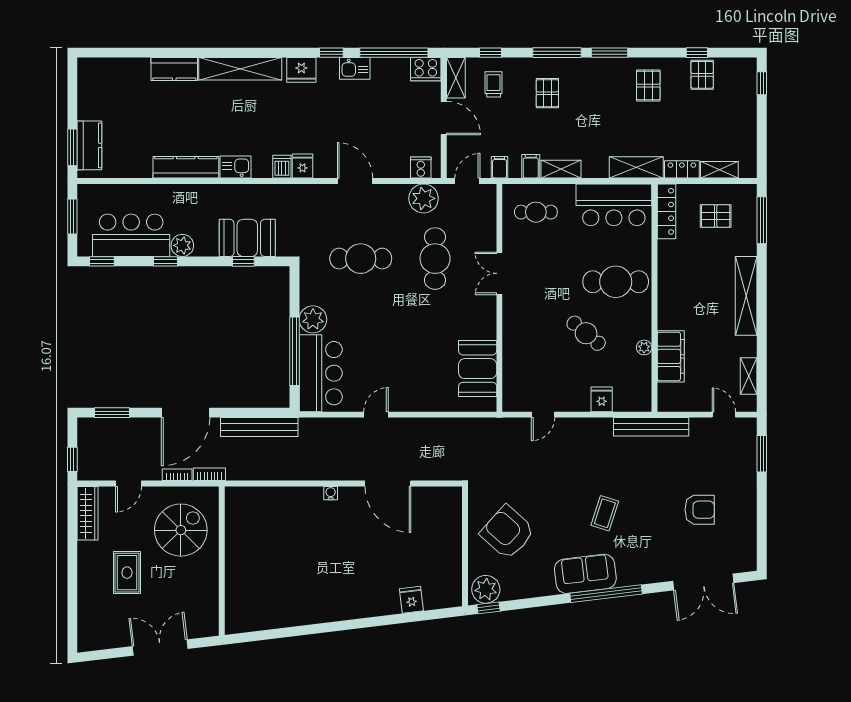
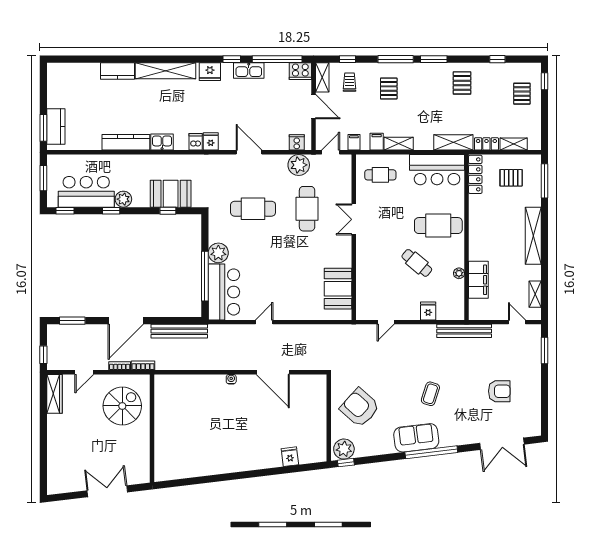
kitchen sink: (355, 68) -> (249, 71), width x1.38
pallet: (702, 75) -> (522, 94), moved
rug: (127, 573) -> (83, 437), removed

